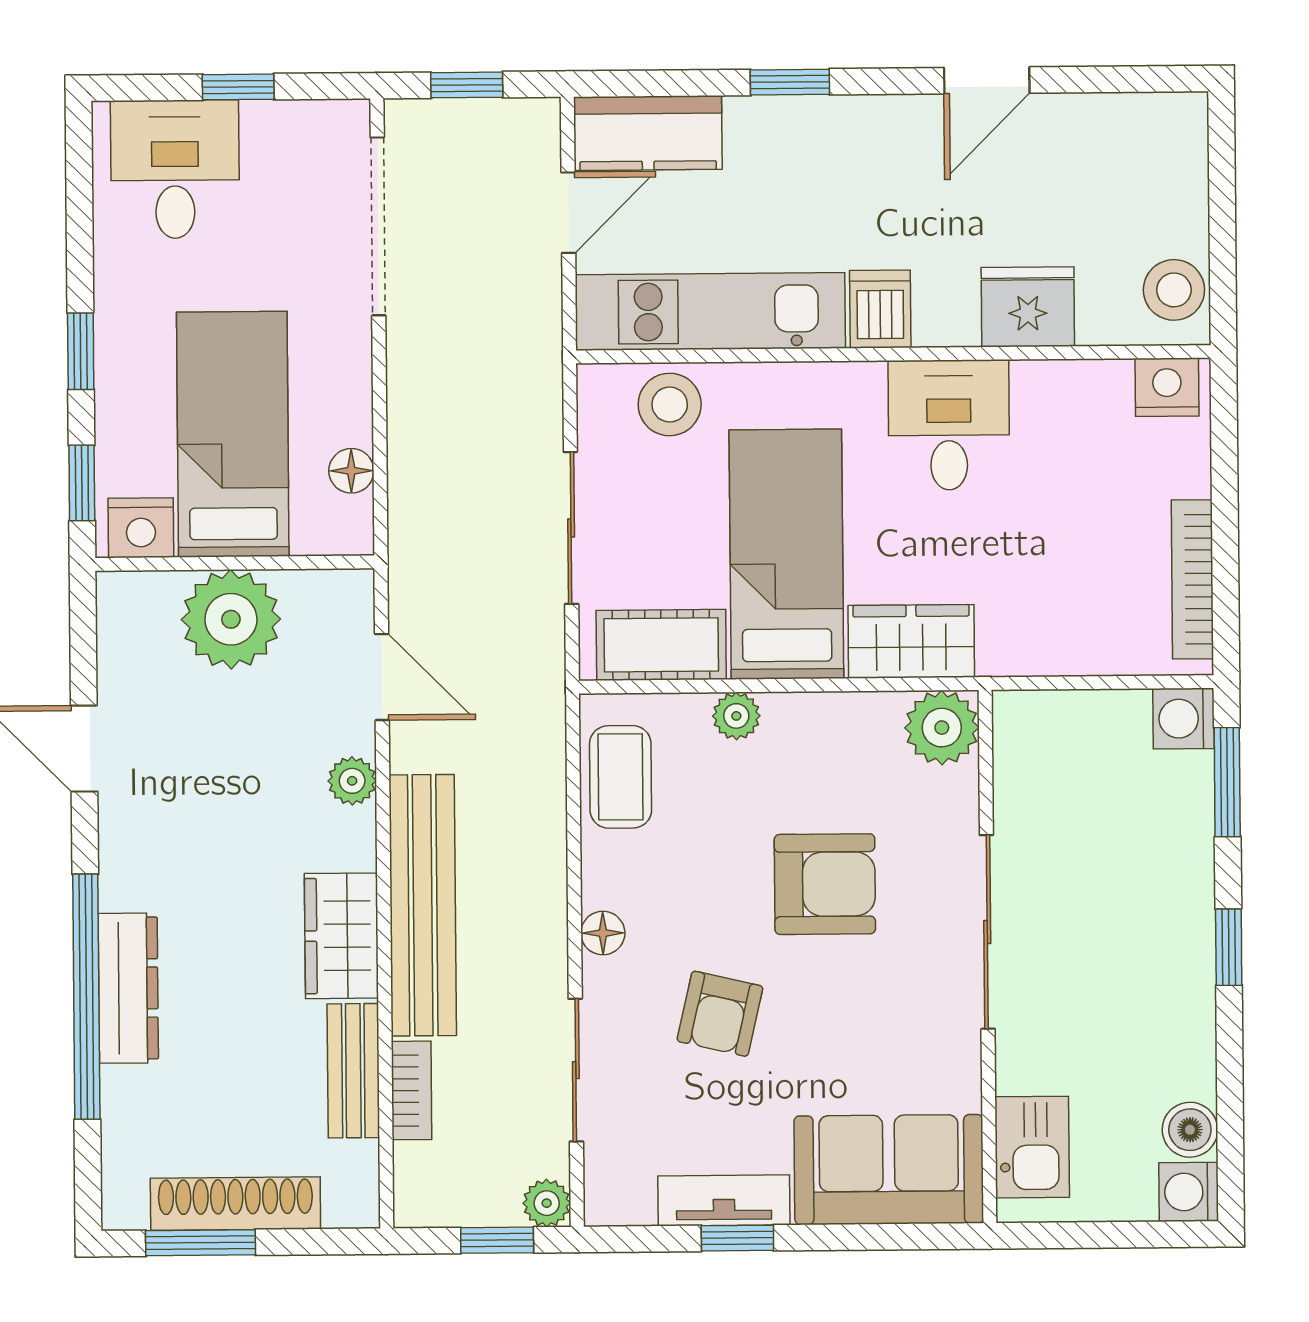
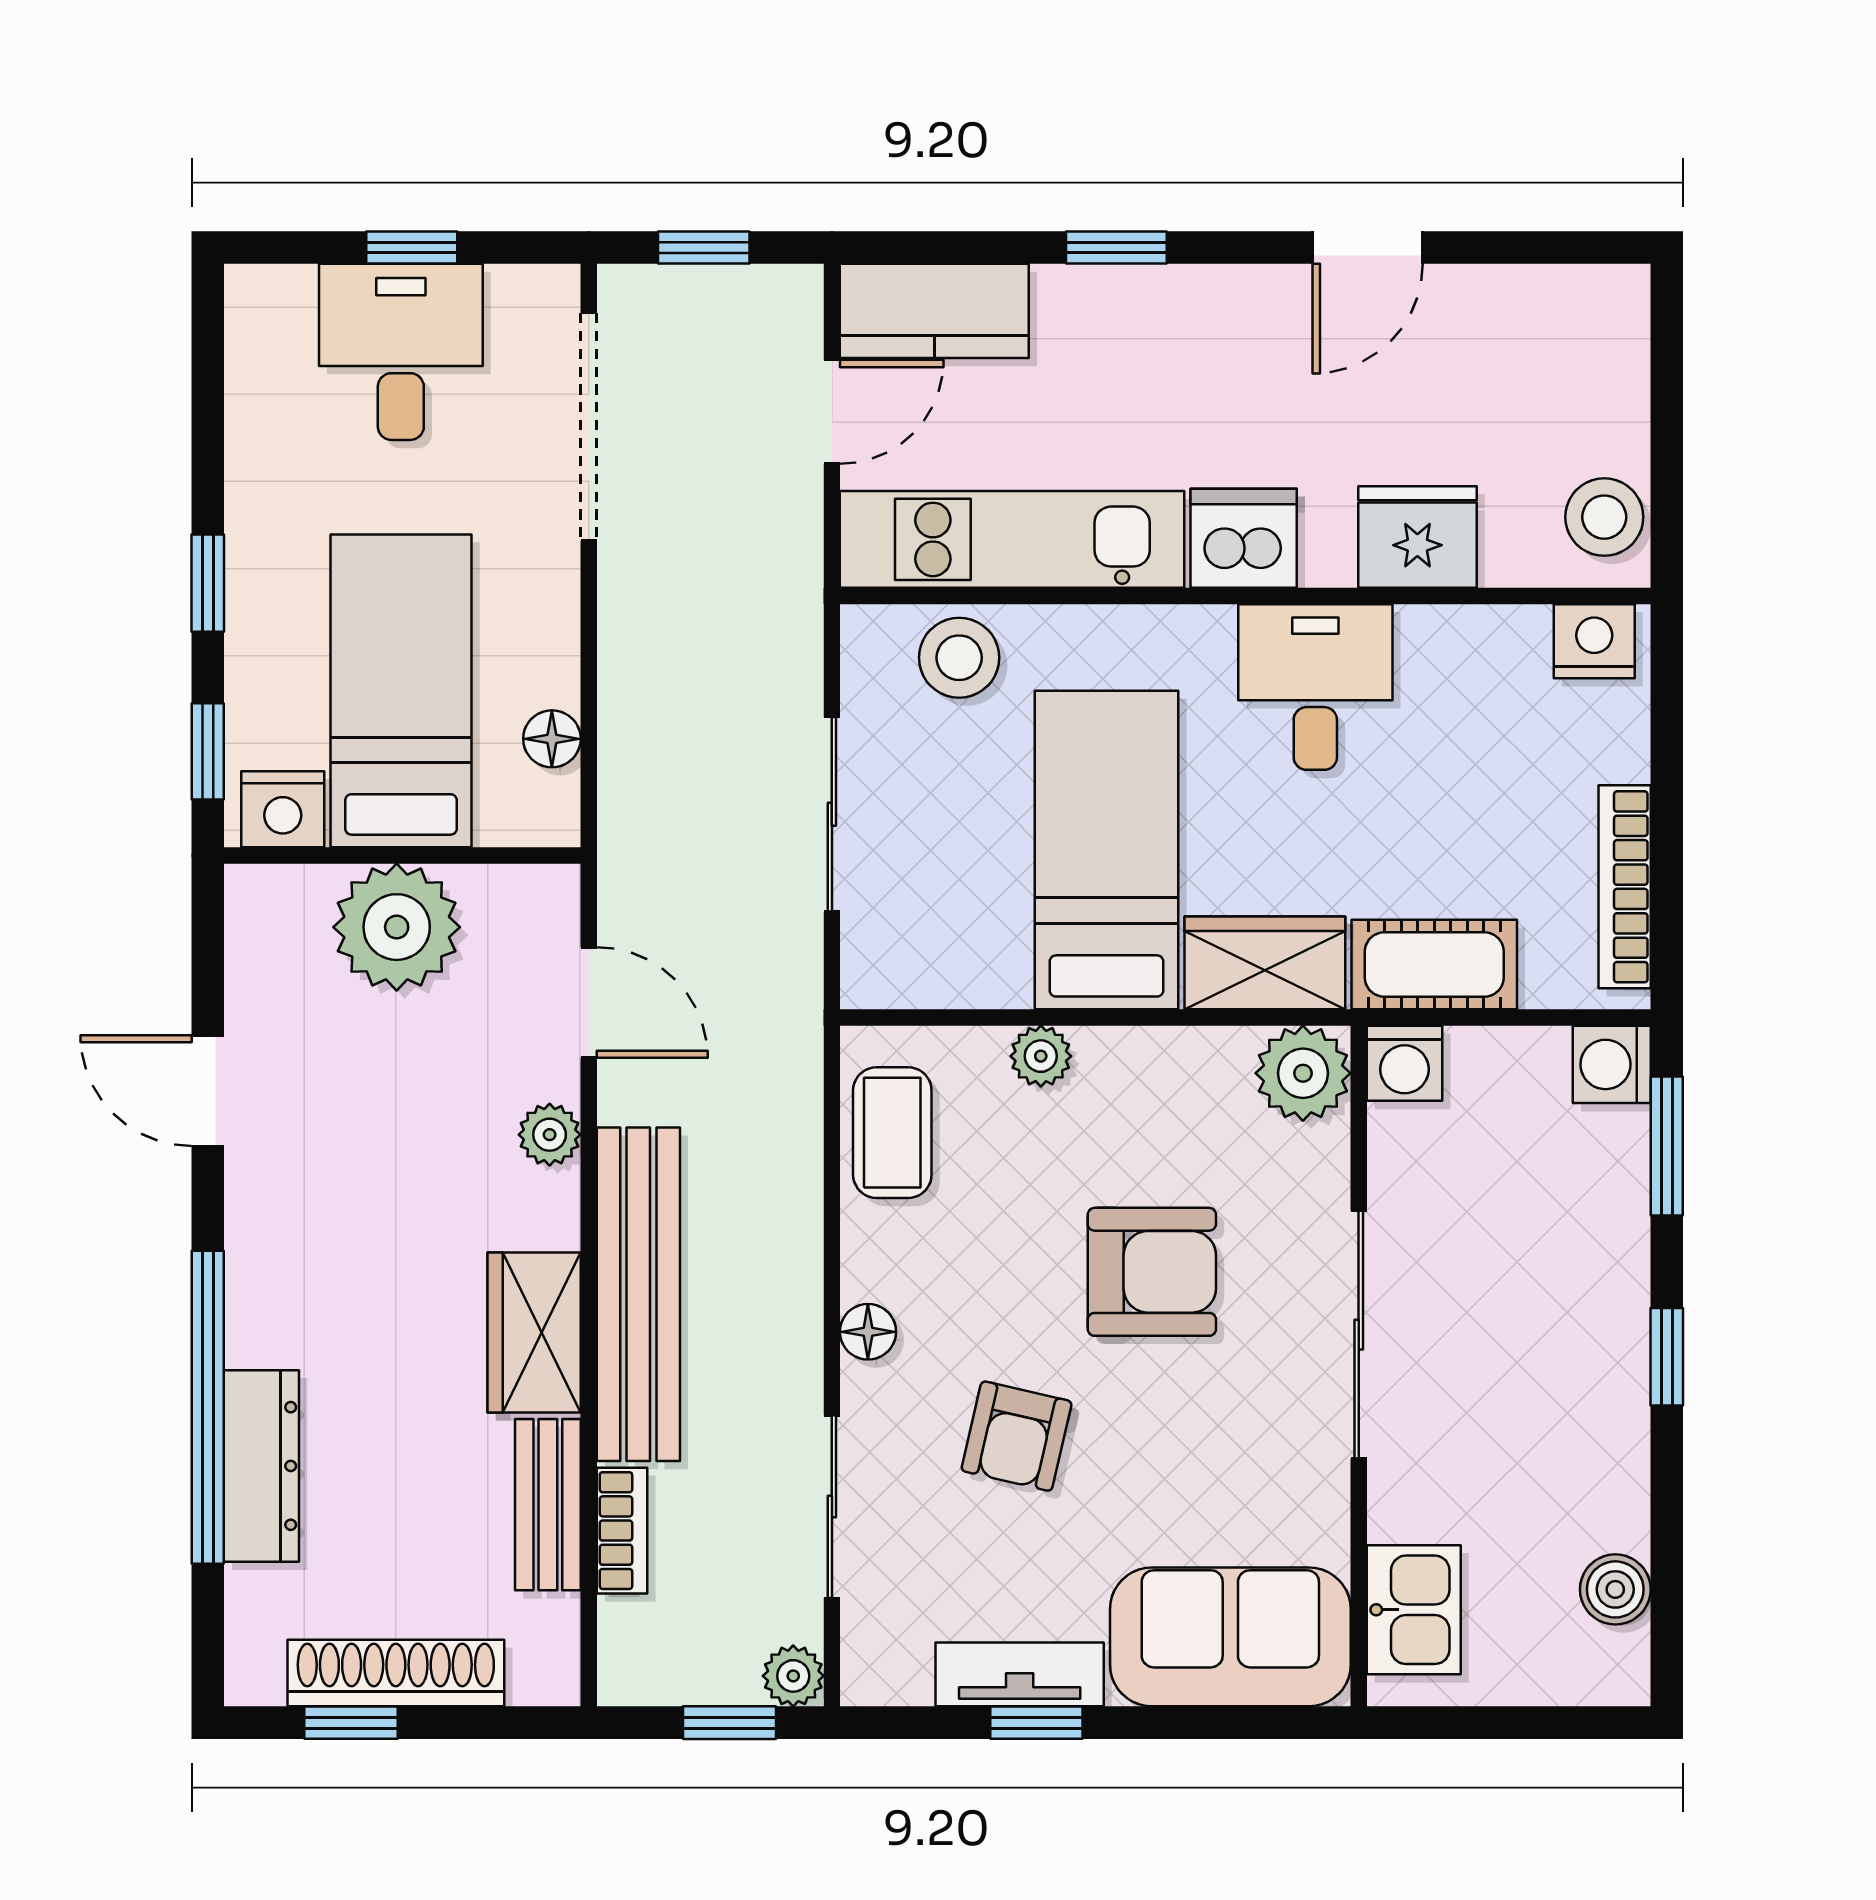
desk: (175, 169) -> (401, 352), moved
dishwasher: (880, 309) -> (1244, 538), width x1.38
cot: (661, 645) -> (1434, 965), moved
dresser: (128, 988) -> (261, 1466), moved
washing machine: (1189, 1192) -> (1404, 1063), moved, turned -90
window: (201, 1243) -> (351, 1723), width x0.67

